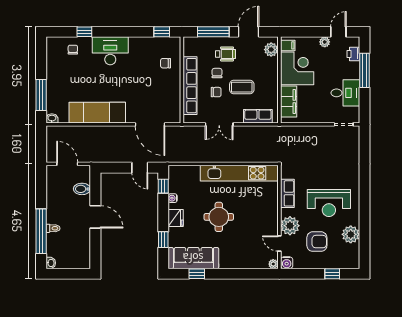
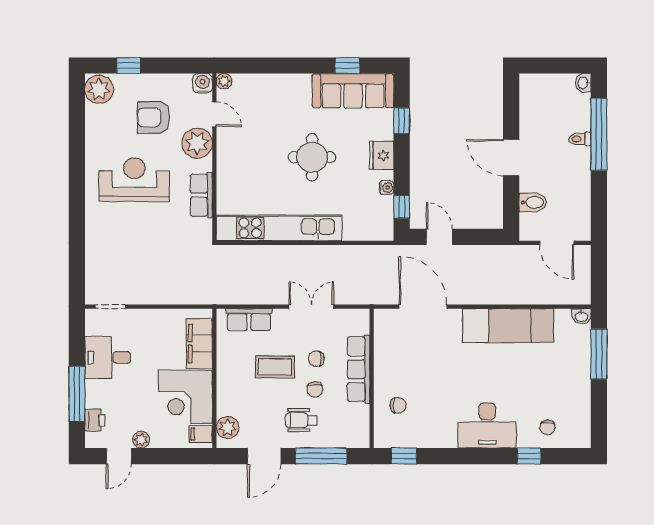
row of seats: (190, 86) -> (359, 369), width x0.73
plant: (351, 234) -> (99, 89), moved

